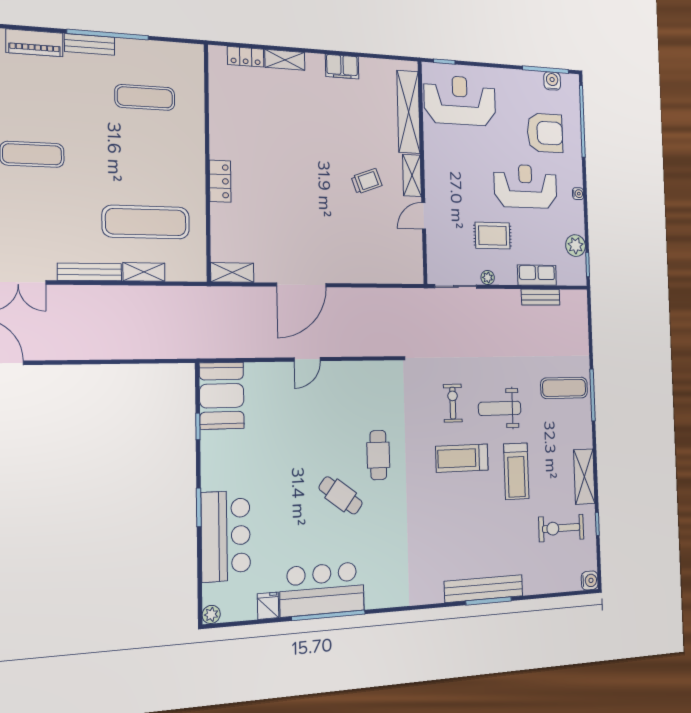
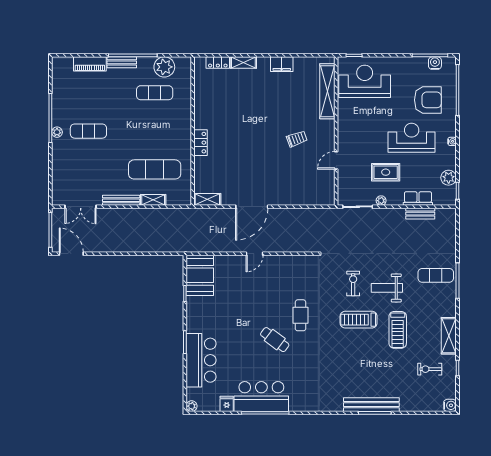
plant: (160, 57) -> (164, 67), added
shelving: (412, 175) -> (329, 134), removed
exercise bike: (561, 528) -> (430, 369), width x0.73, depth x0.72

